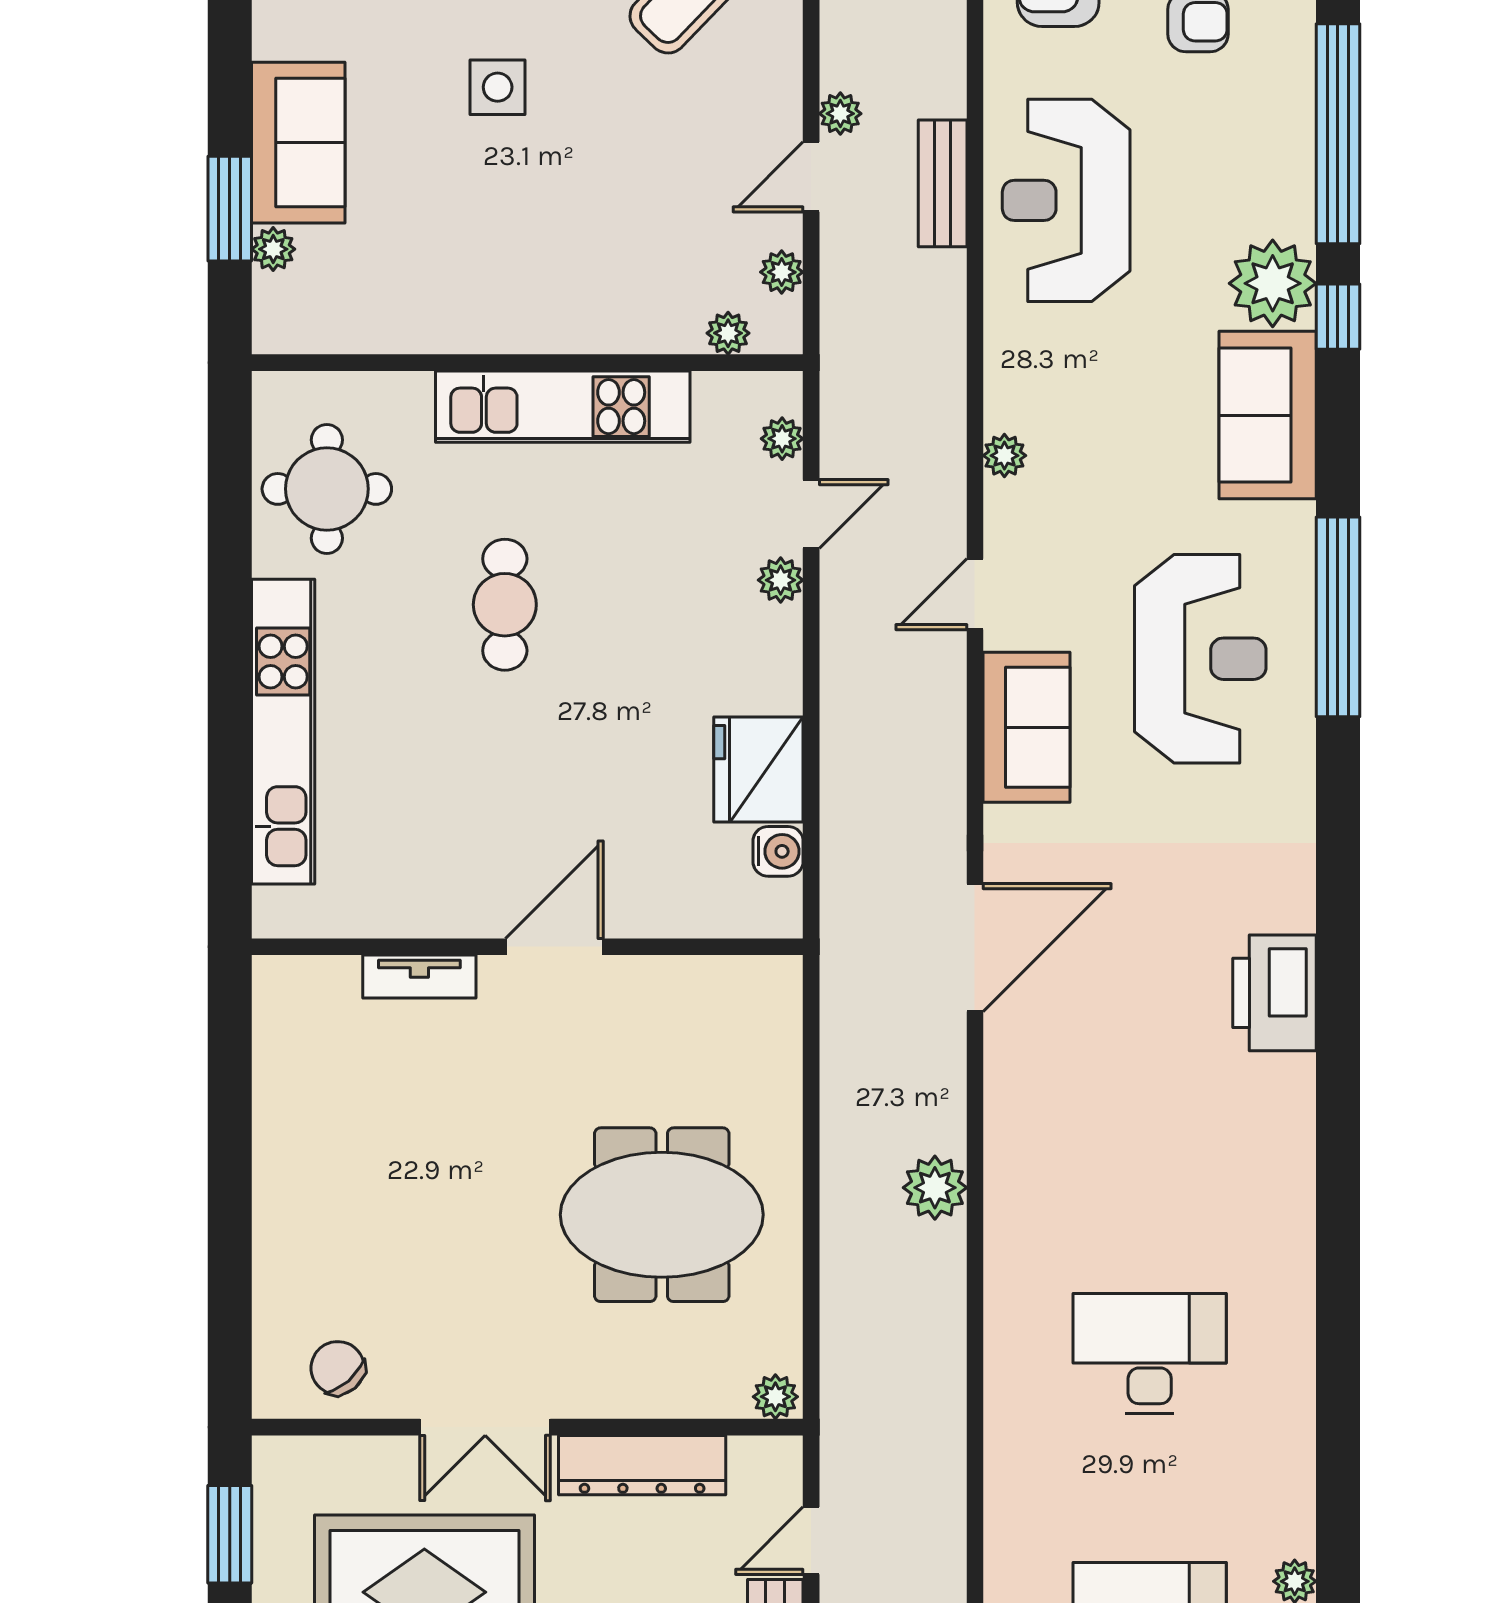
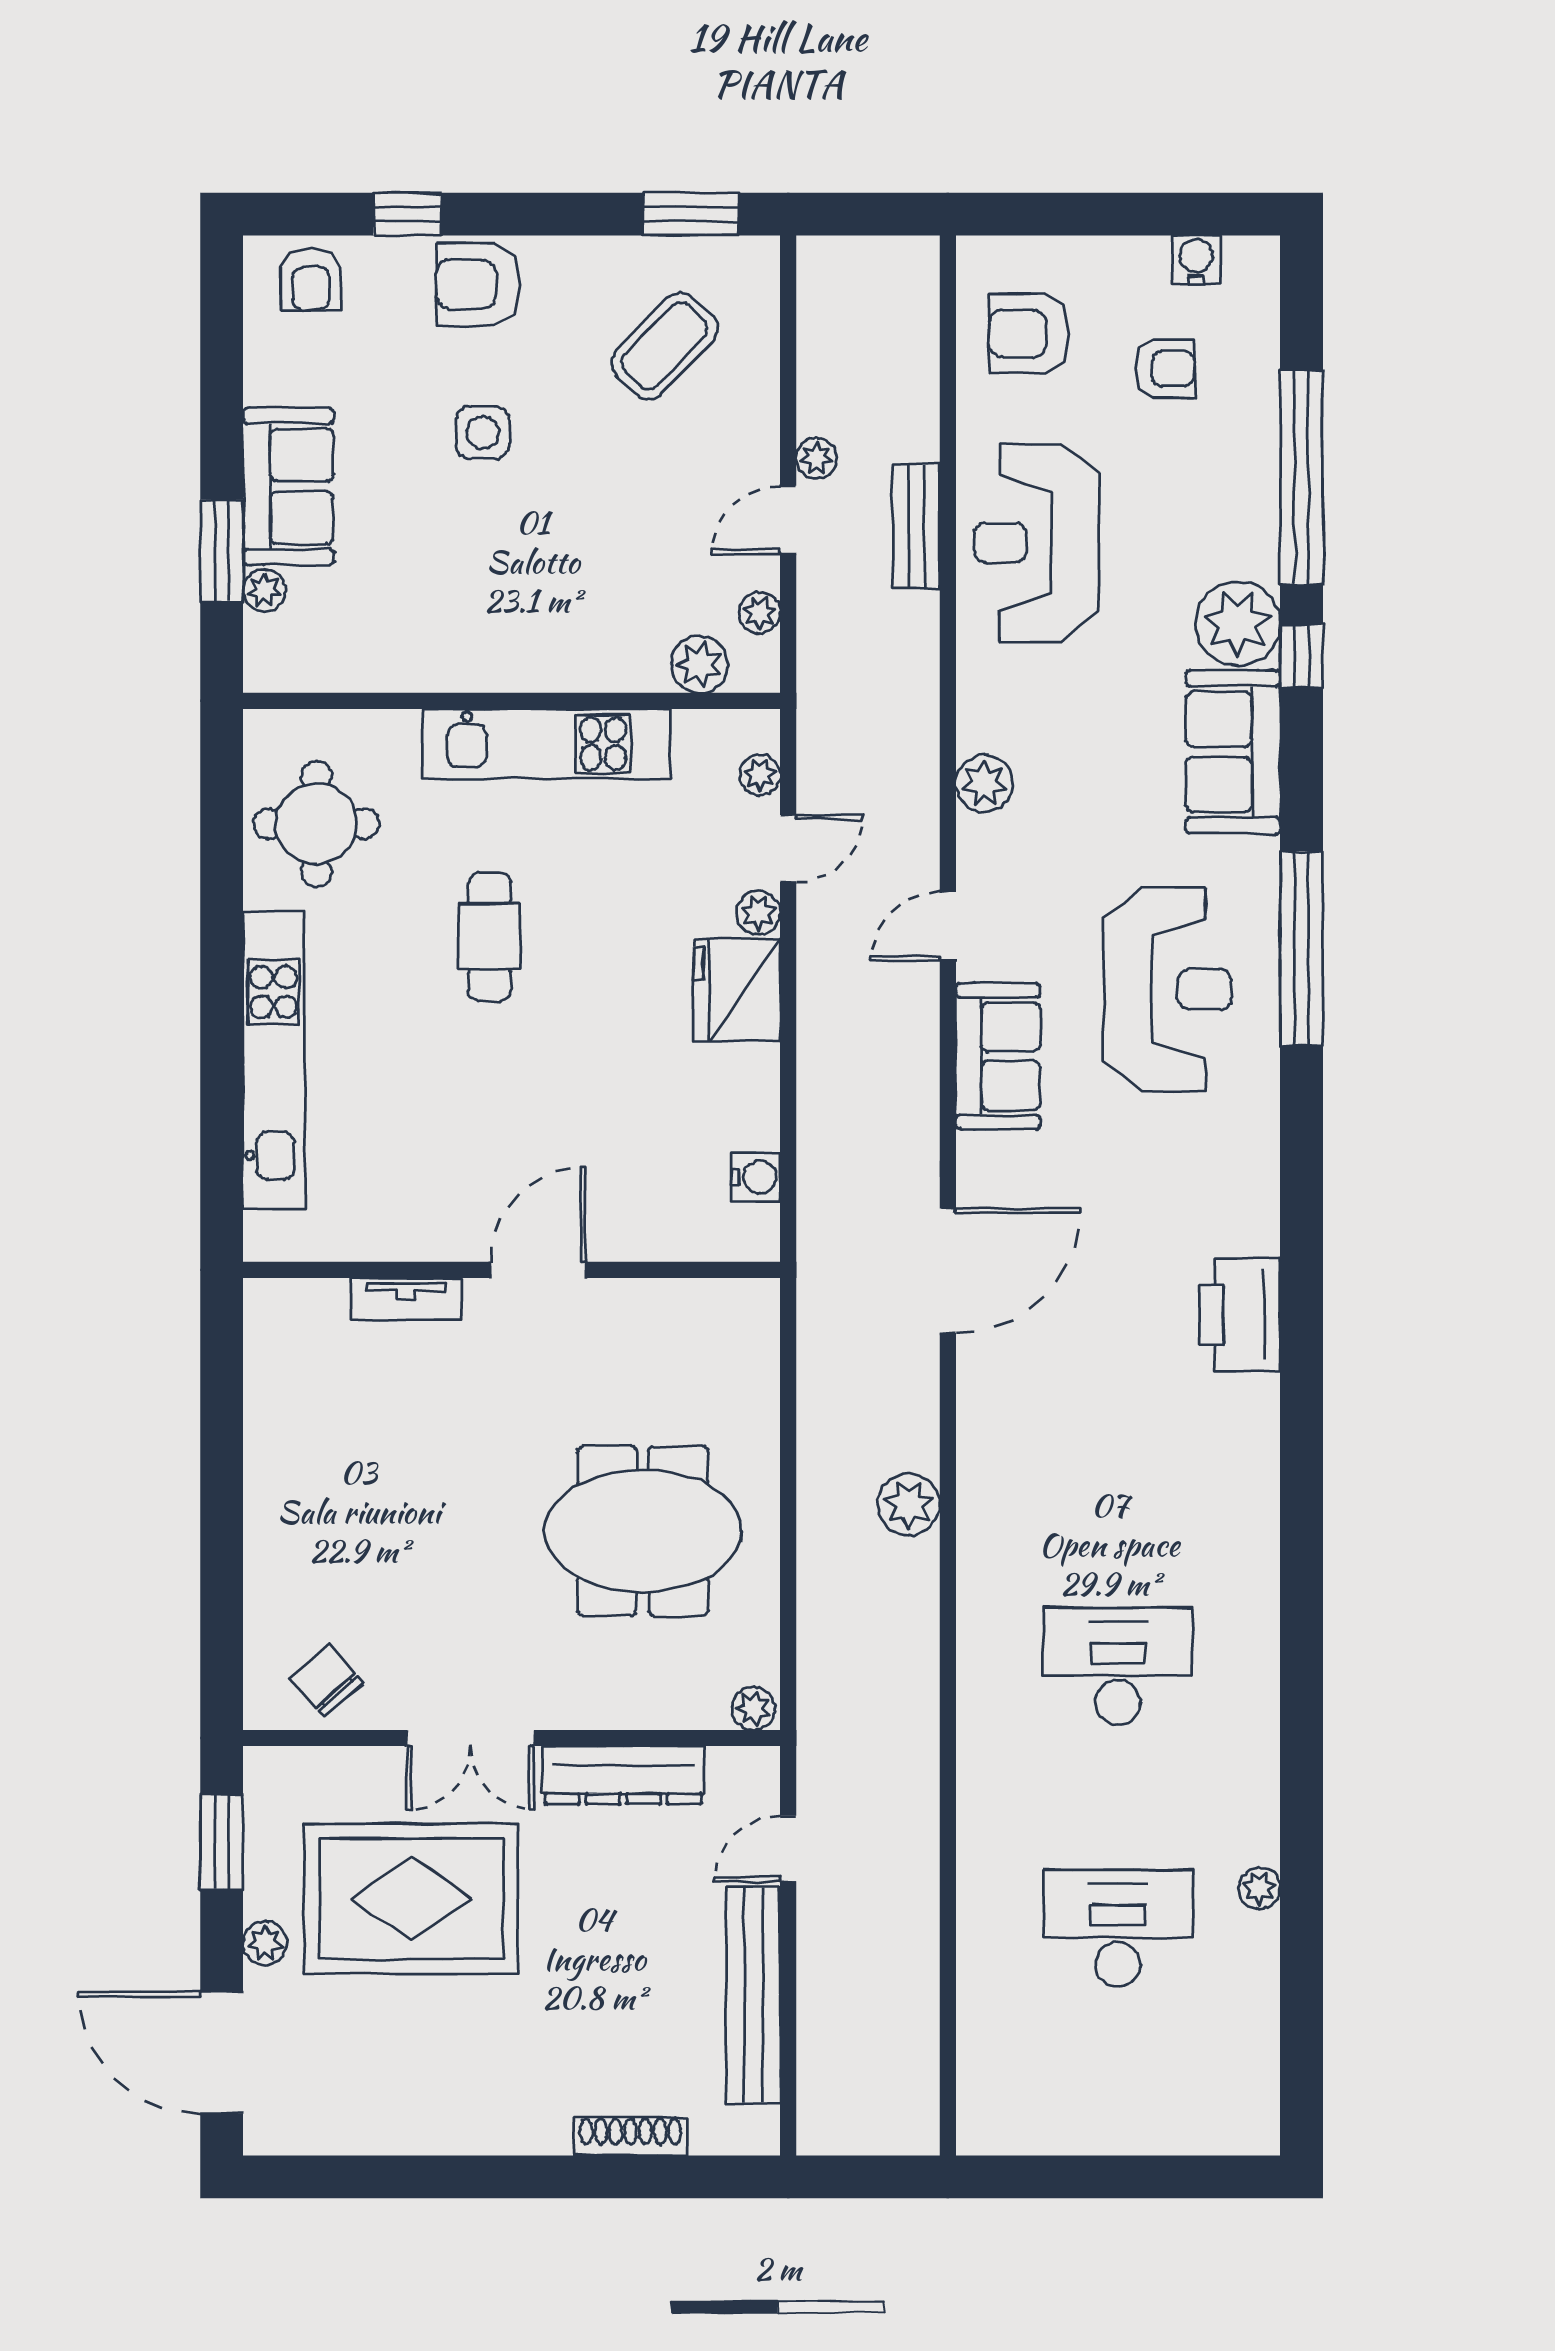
plant: (728, 333) -> (699, 664), width x1.38, depth x1.38
plant: (1004, 456) -> (984, 784), width x1.38, depth x1.38
fridge: (758, 769) -> (737, 990), moved

